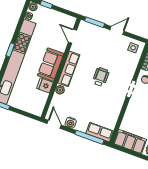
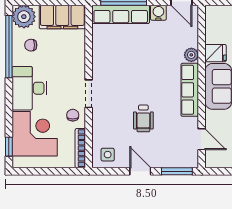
door: (117, 30) -> (140, 171), swing flipped
wheelchair: (101, 77) -> (143, 118), moved
row of seats: (100, 132) -> (121, 14), width x1.48

